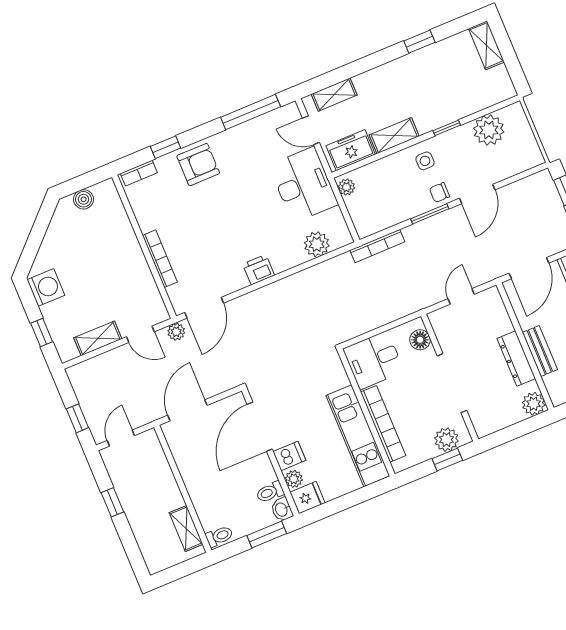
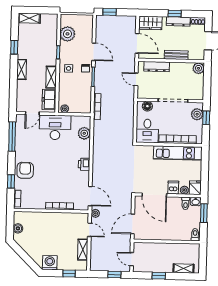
shelving: (334, 95) -> (22, 69), moved
door: (140, 334) -> (89, 230), hinge flipped
dresser: (516, 358) -> (157, 67), moved
door: (187, 410) -> (133, 224), hinge flipped
shelving: (186, 528) -> (183, 268), moved

